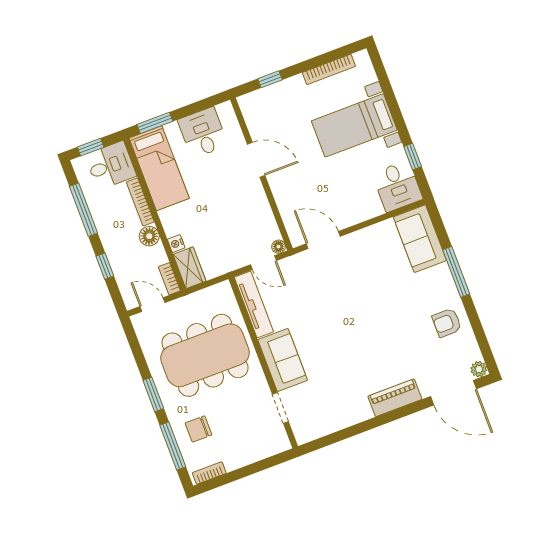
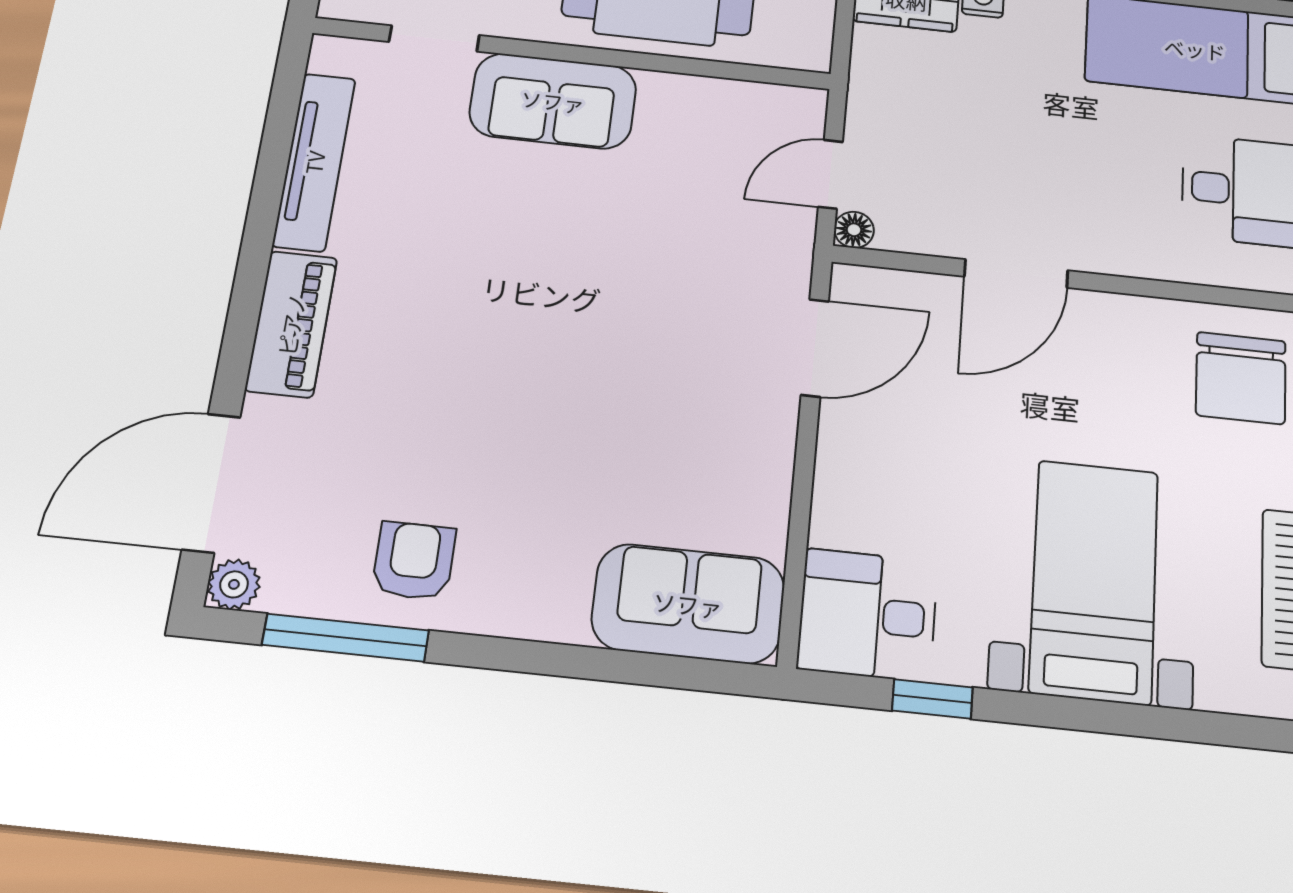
chair: (268, 108) -> (1241, 378), added
door: (256, 160) -> (1016, 274), moved
window: (456, 272) -> (346, 638), moved
tv unit: (254, 304) -> (314, 162), moved, turned -90

